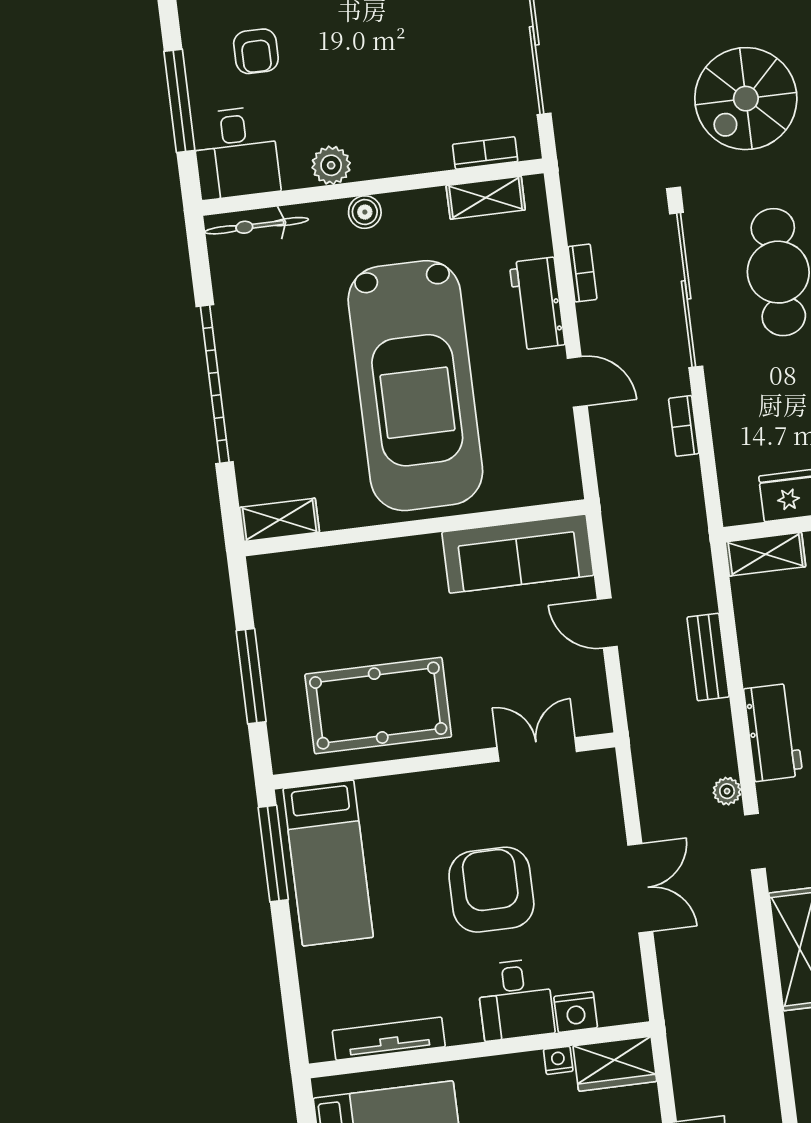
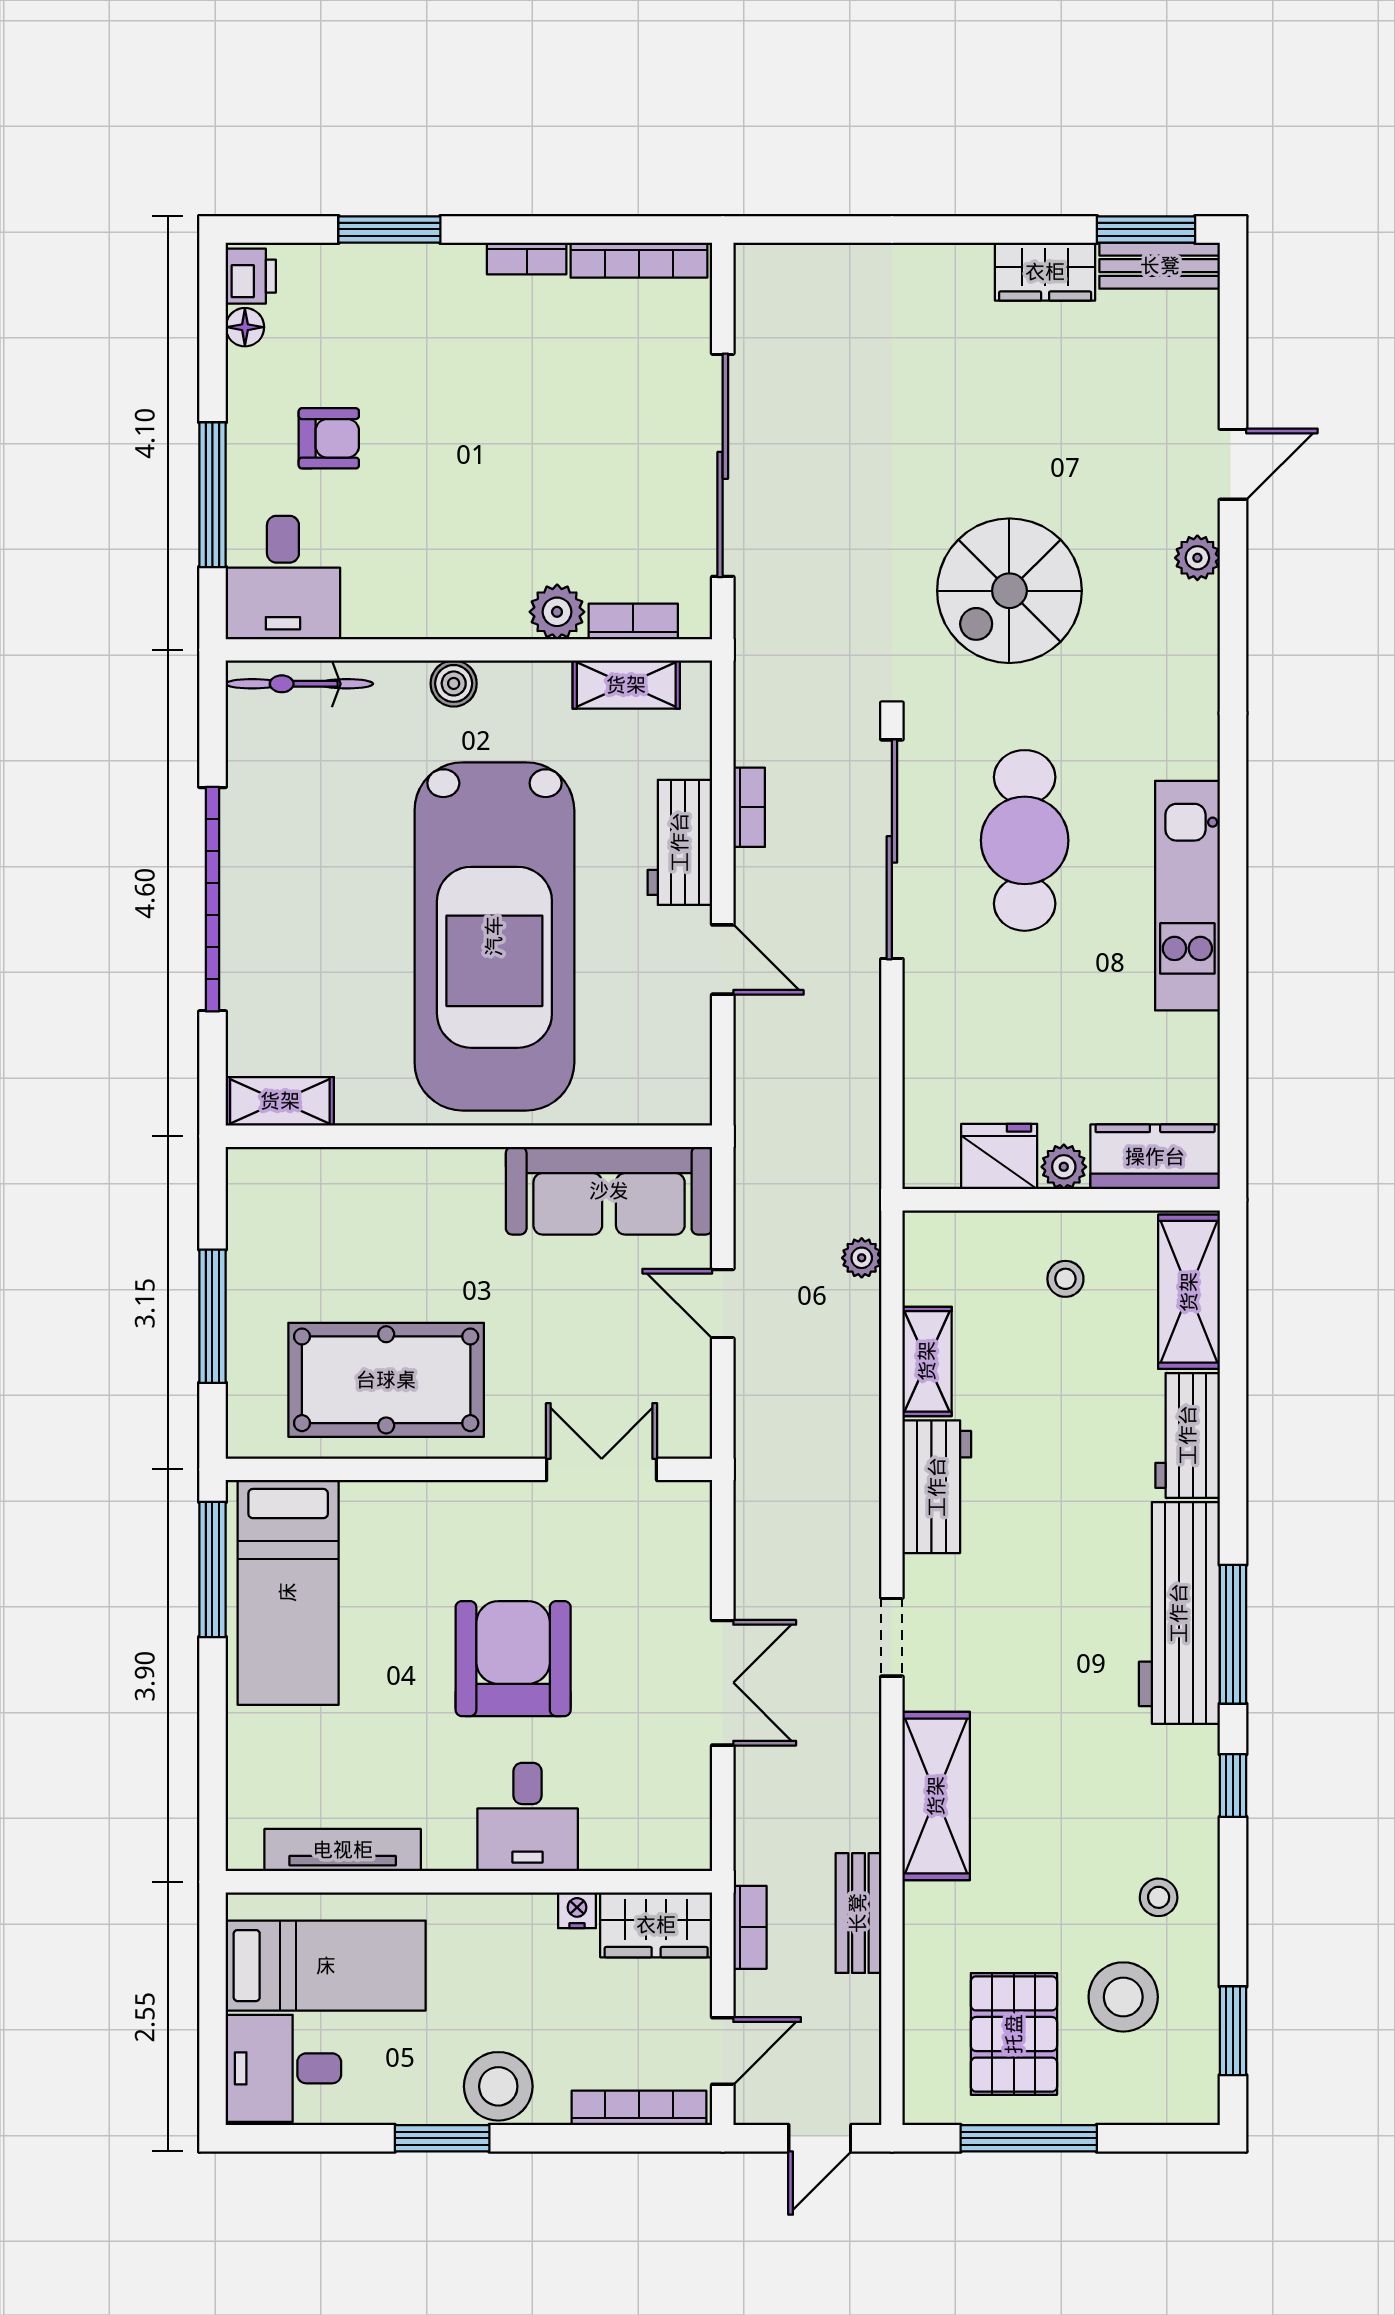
armchair: (256, 51) -> (329, 438), turned -90
plant: (331, 165) -> (557, 612), moved
bookcase: (684, 426) -> (750, 1927), moved, turned 180
shelving: (765, 554) -> (927, 1361), moved, turned 90
bench: (708, 657) -> (858, 1913), moved
plant: (727, 791) -> (862, 1258), moved
nightstand: (576, 1012) -> (610, 1845), removed

